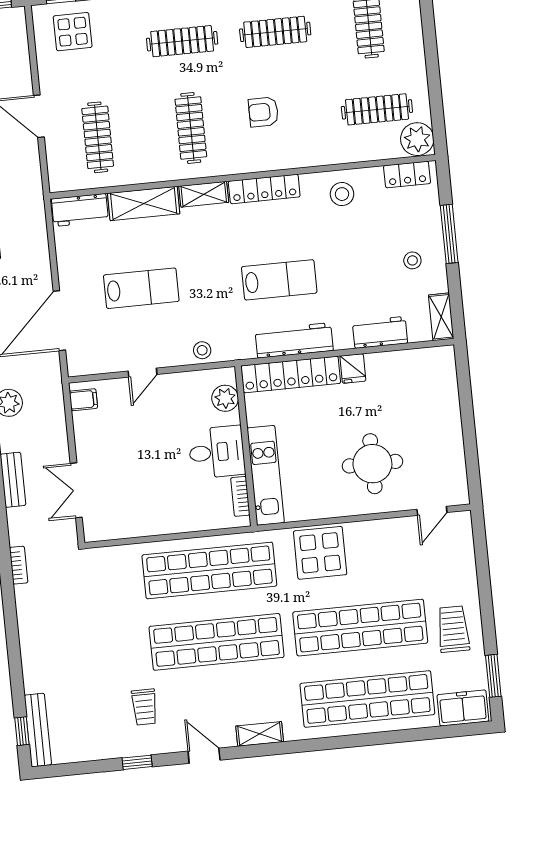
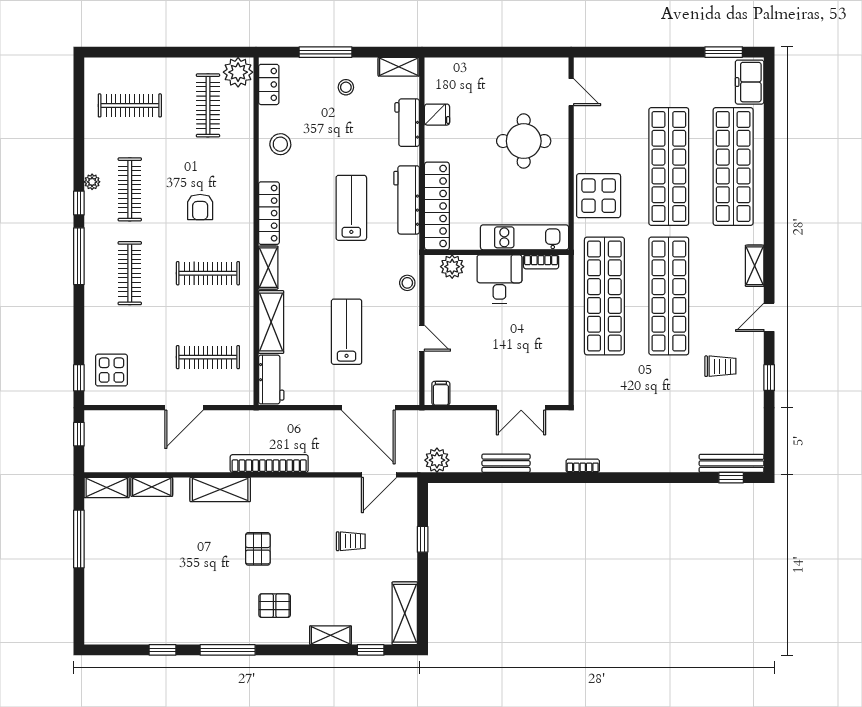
fridge: (353, 369) -> (437, 115), moved
trolley: (453, 629) -> (679, 84), removed

